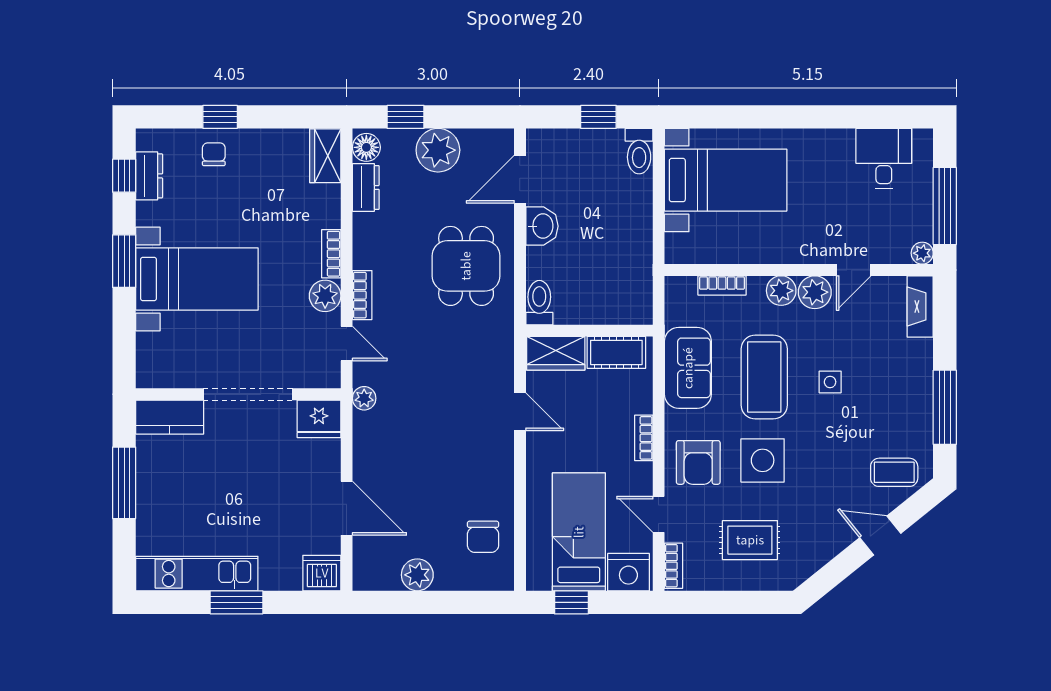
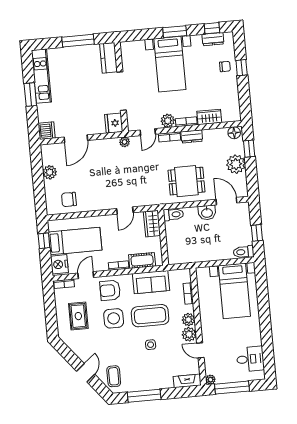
wardrobe: (325, 156) -> (209, 117), moved
dresser: (366, 187) -> (192, 136), moved
cot: (616, 352) -> (142, 260), moved, turned 90

